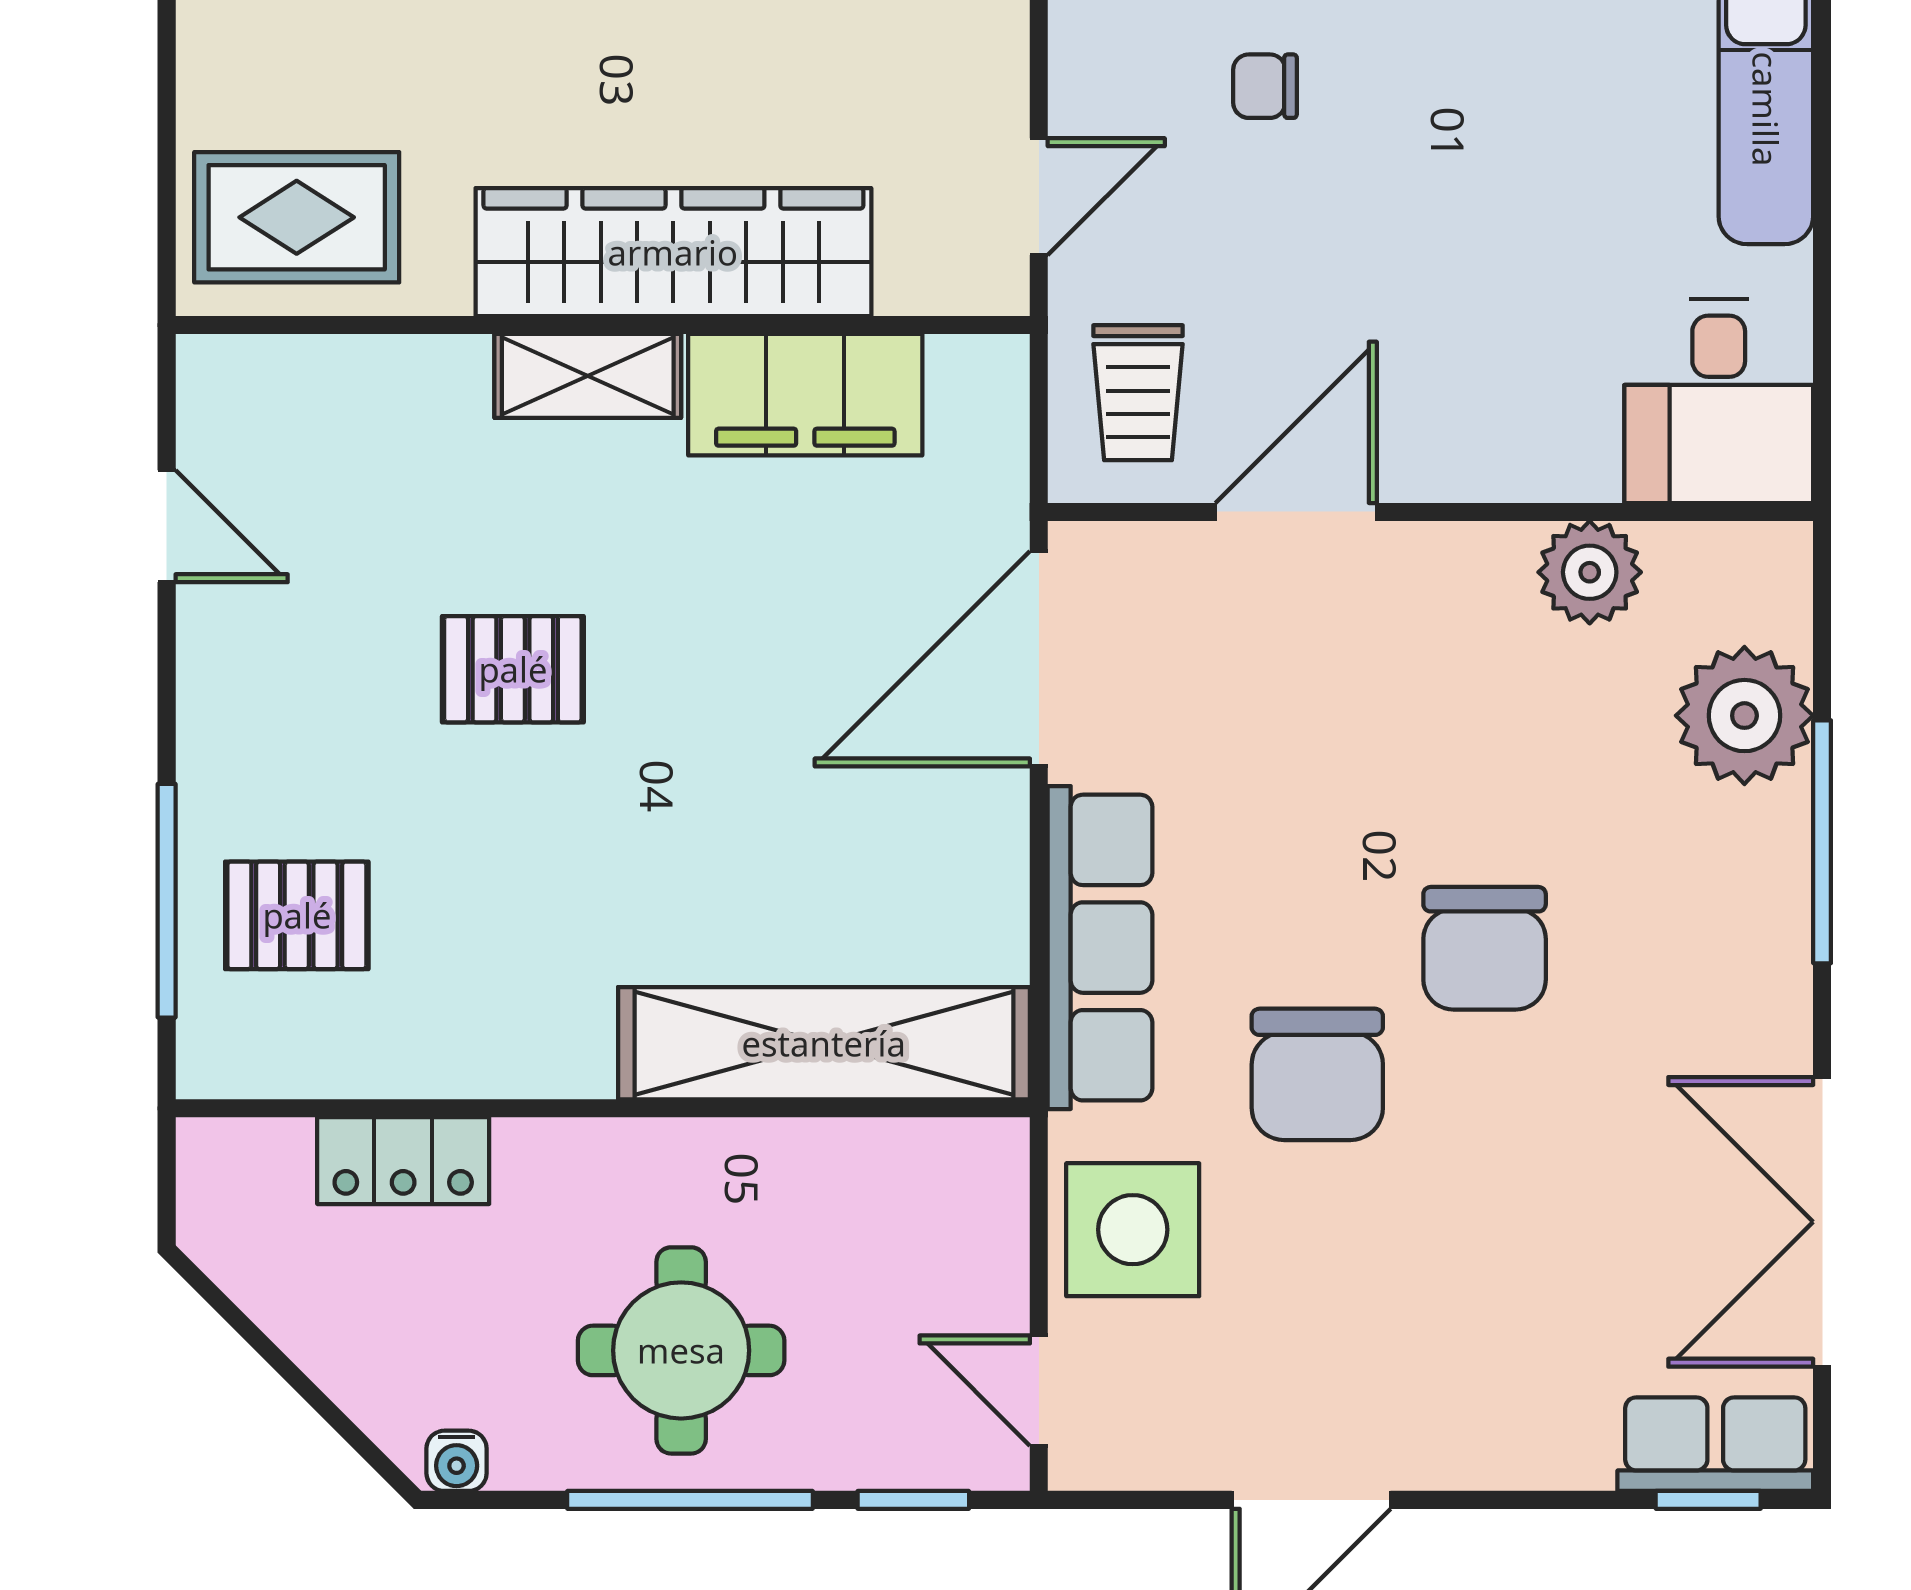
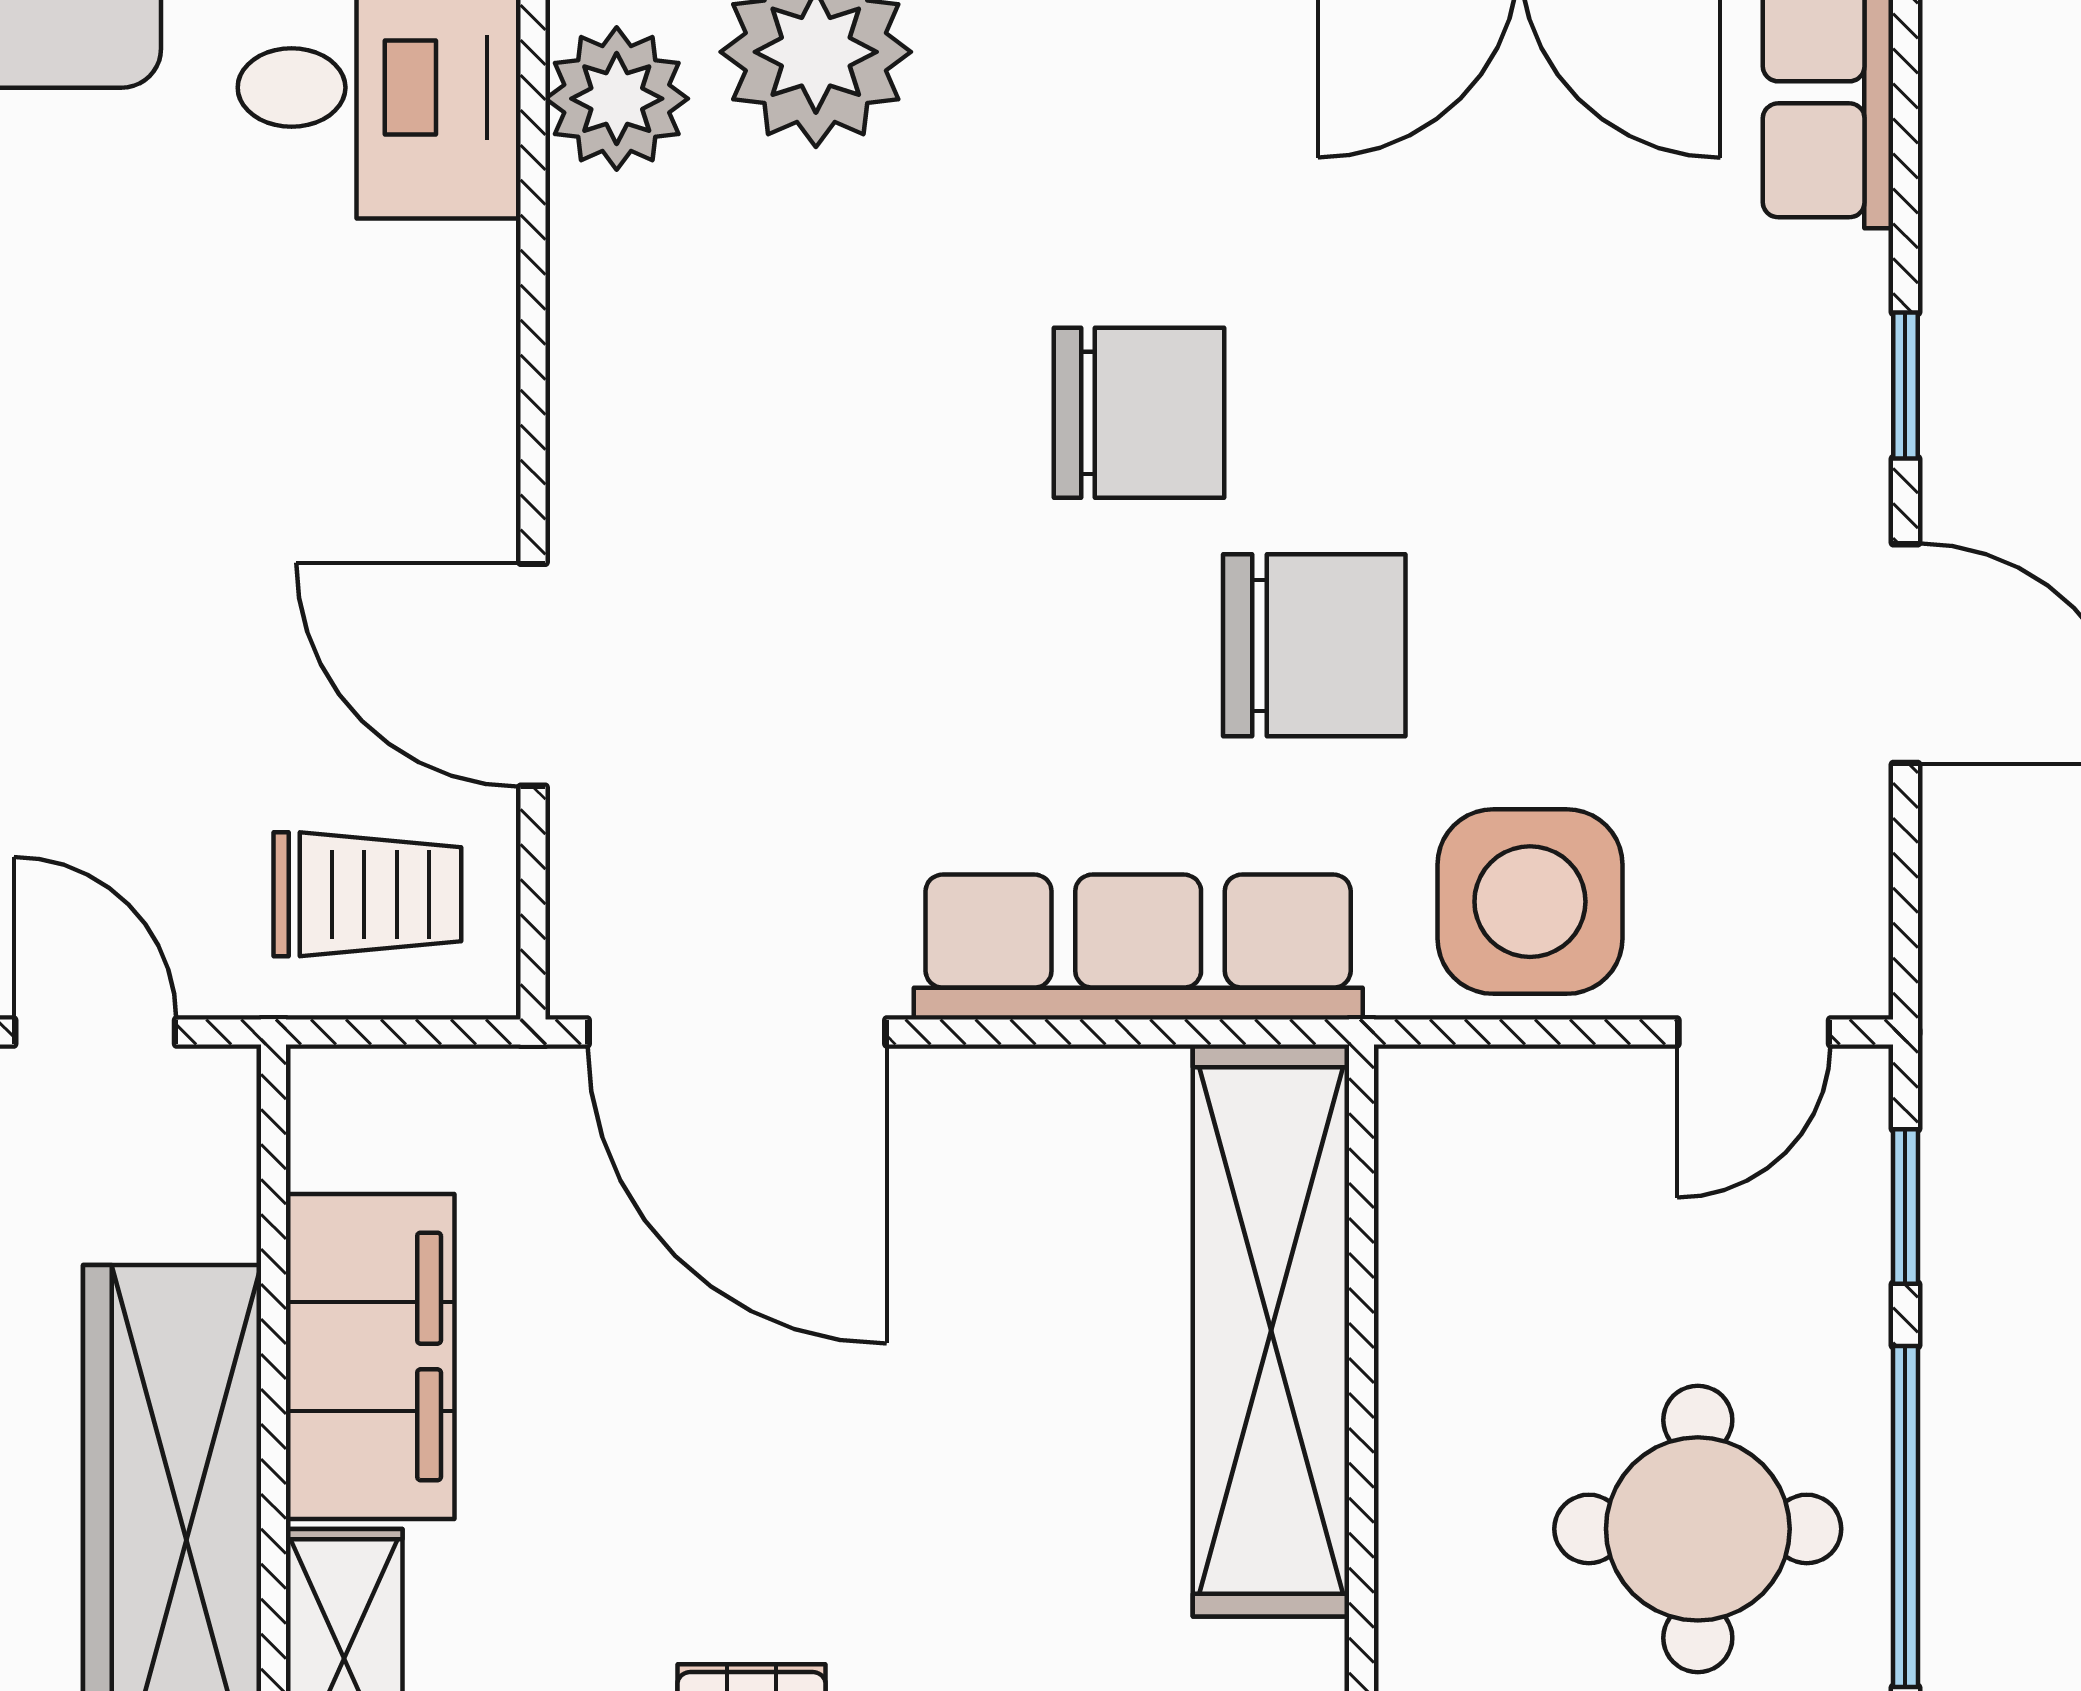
plant: (1590, 572) -> (617, 99), moved
window: (1708, 1500) -> (1905, 386), moved

